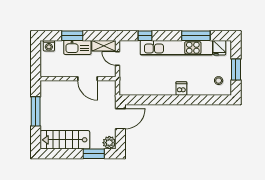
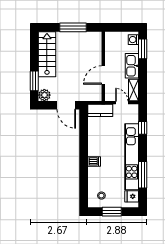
window: (72, 36) -> (143, 49), moved
door: (117, 58) -> (122, 103), hinge flipped
kitchen counter: (126, 82) -> (100, 110), added

